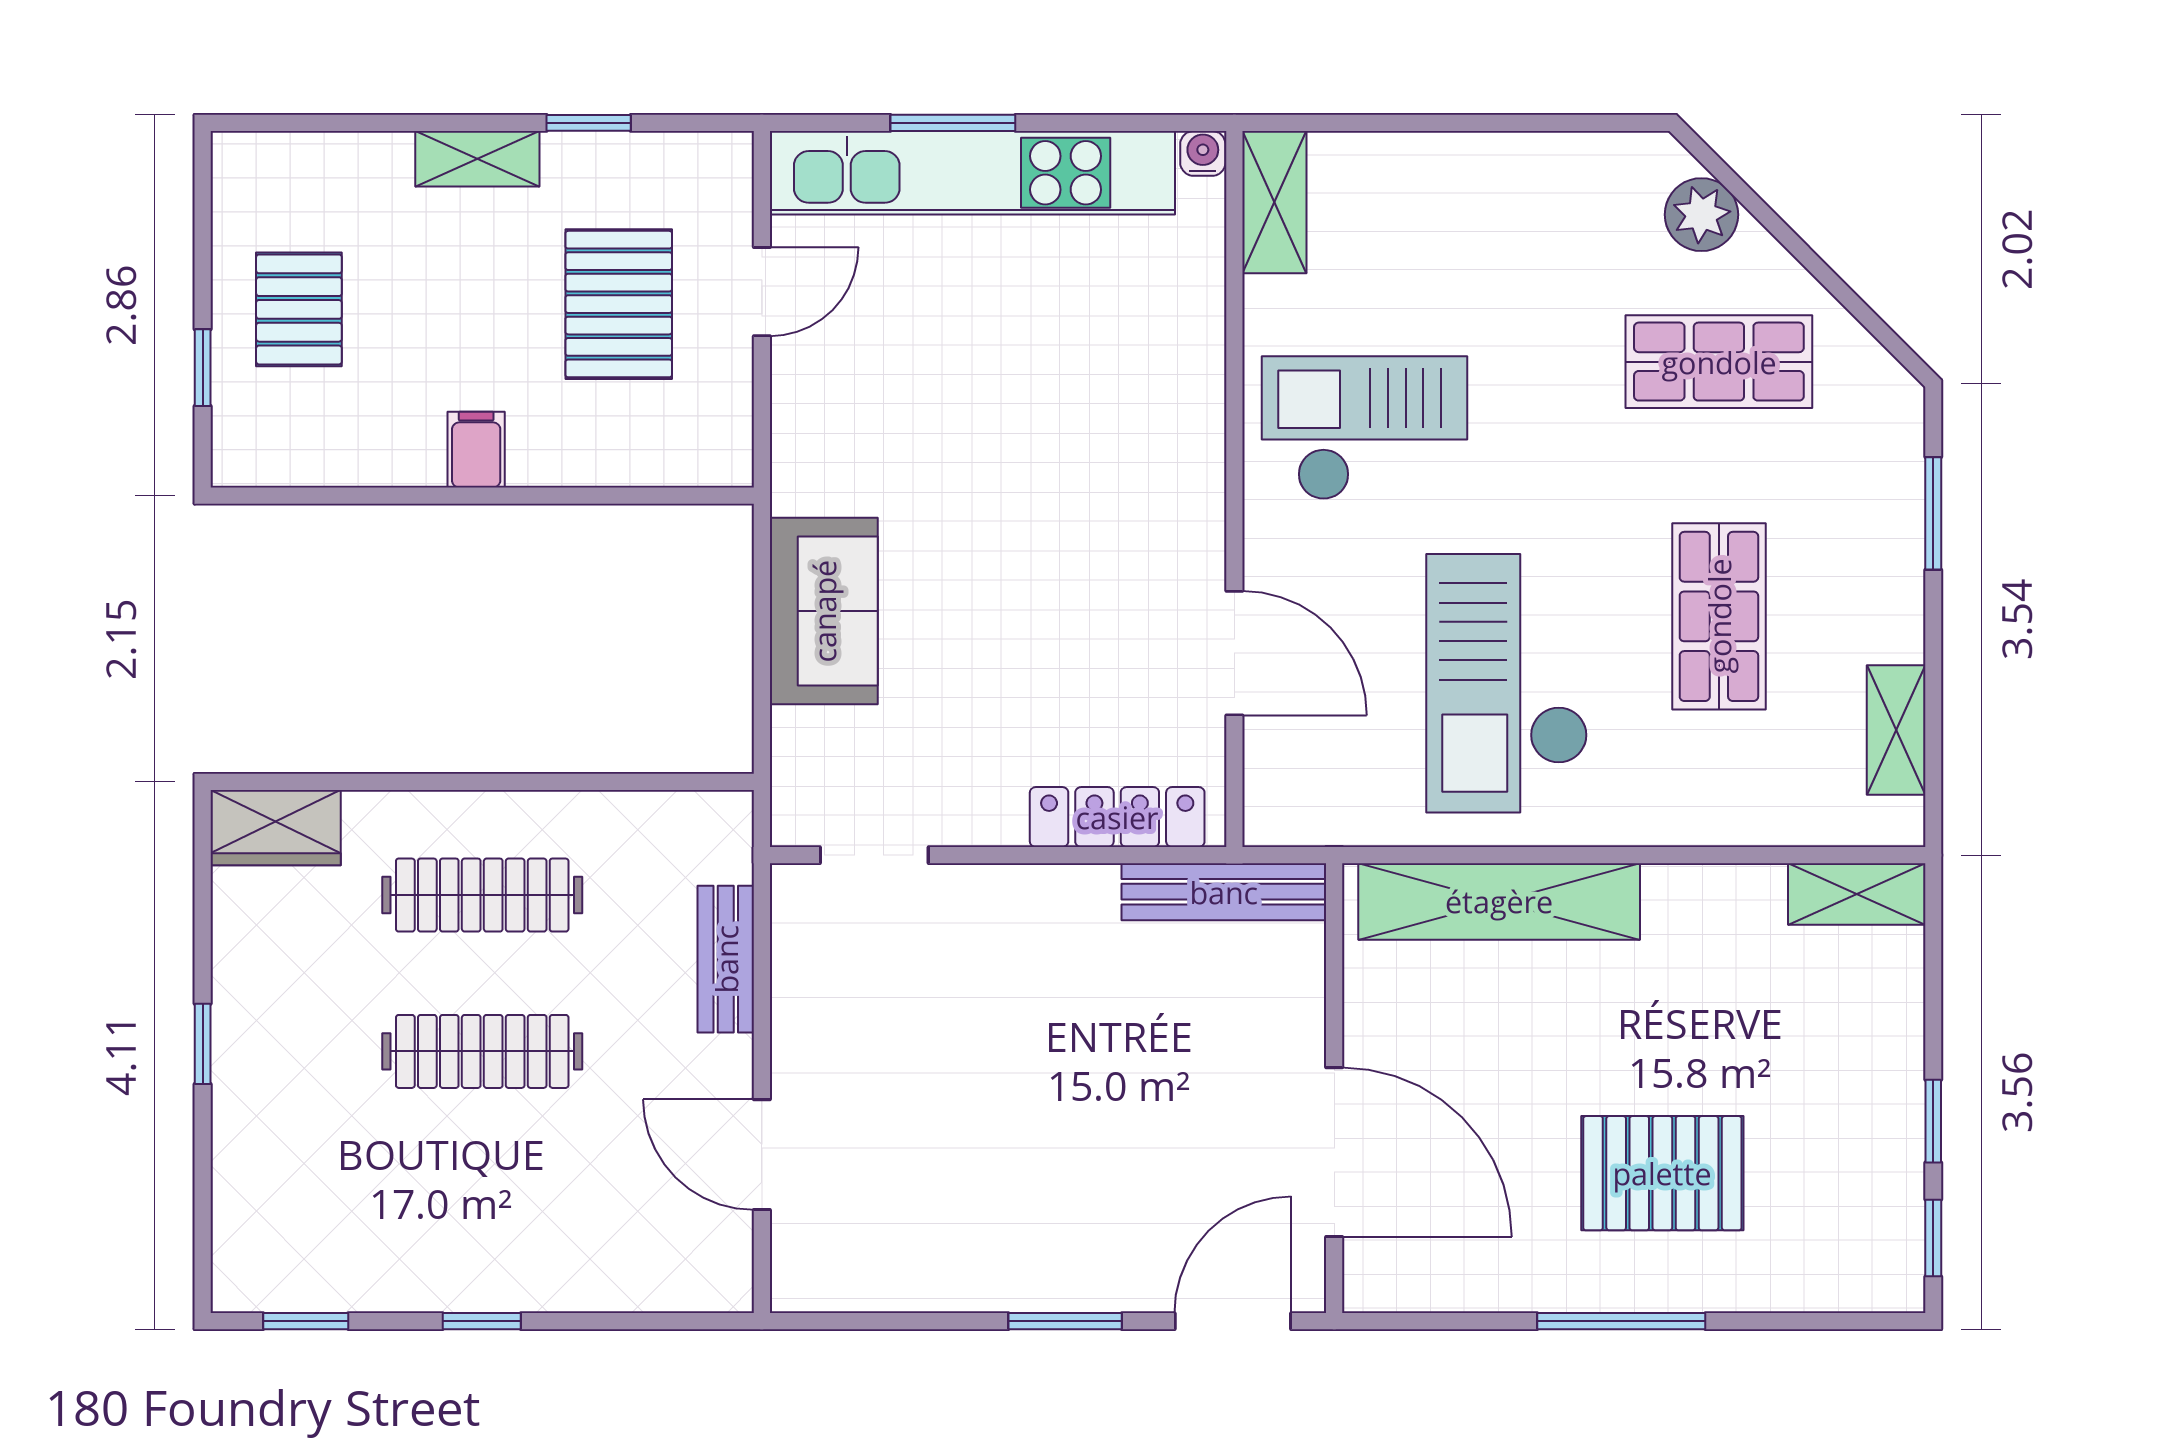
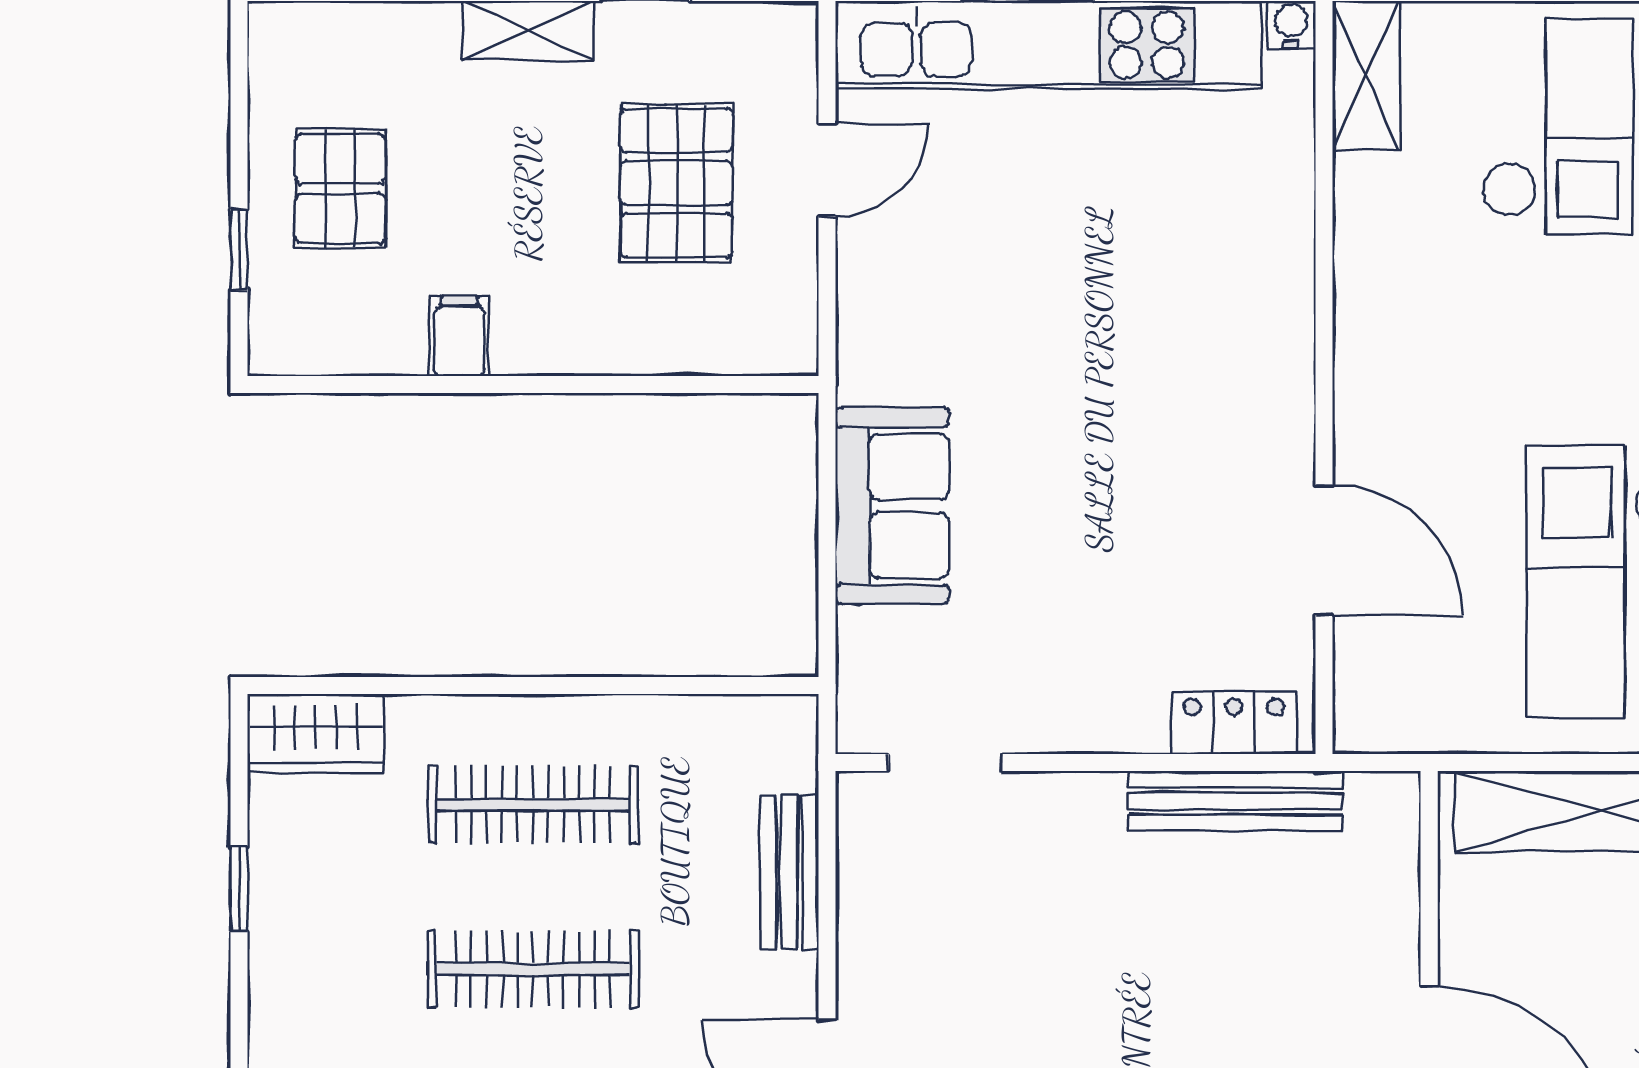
checkout: (1365, 428) -> (1558, 127), moved, turned 90
filing cabinet: (476, 450) -> (459, 336), moved
locker: (1117, 817) -> (1234, 722), width x0.66
bench: (1224, 892) -> (1235, 801), moved
window: (203, 1044) -> (239, 889), moved

